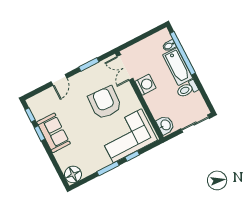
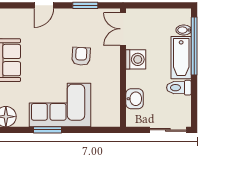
armchair: (105, 103) -> (81, 56), width x0.53, depth x0.53
washbasin: (165, 125) -> (135, 99), moved
corner sofa: (127, 136) -> (60, 105), moved
window: (132, 156) -> (81, 130), removed

